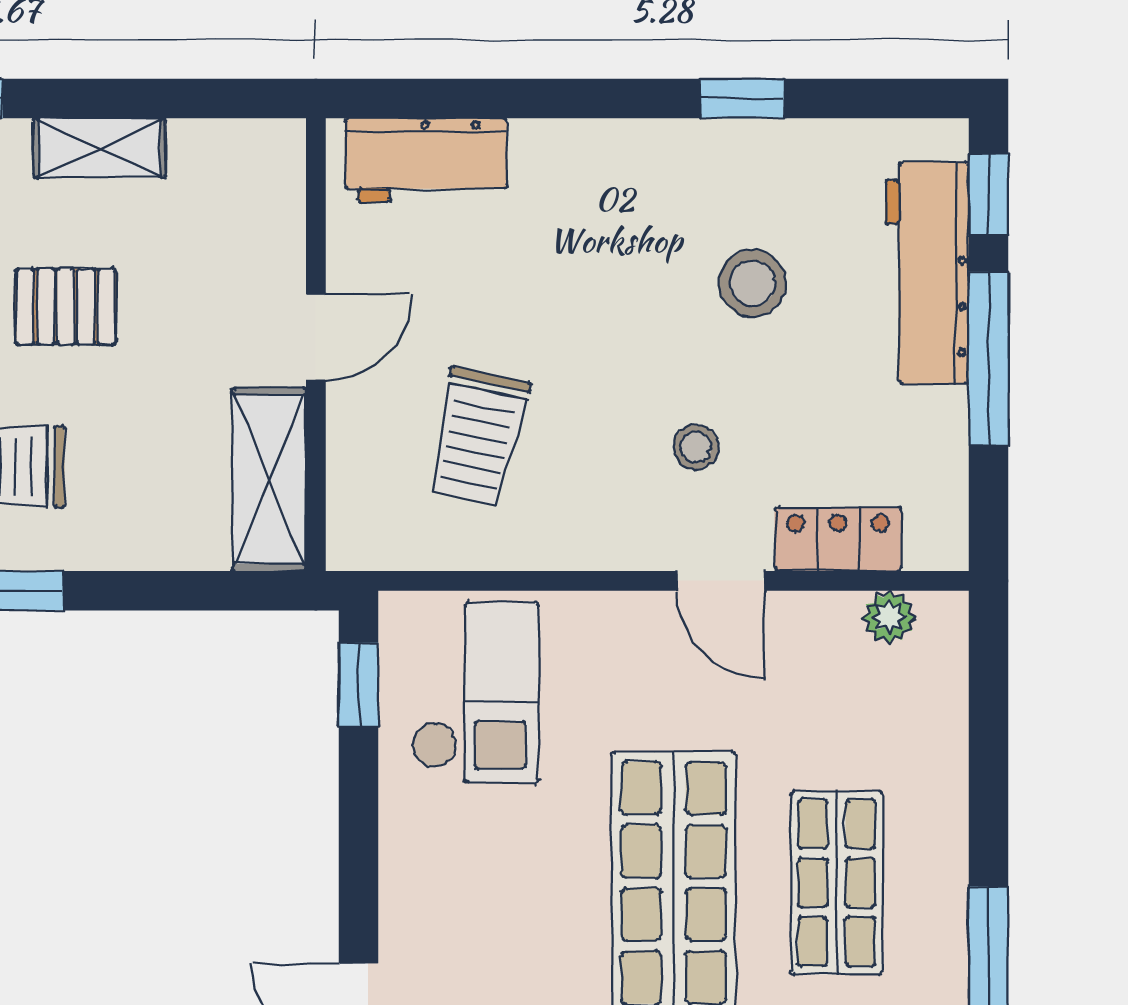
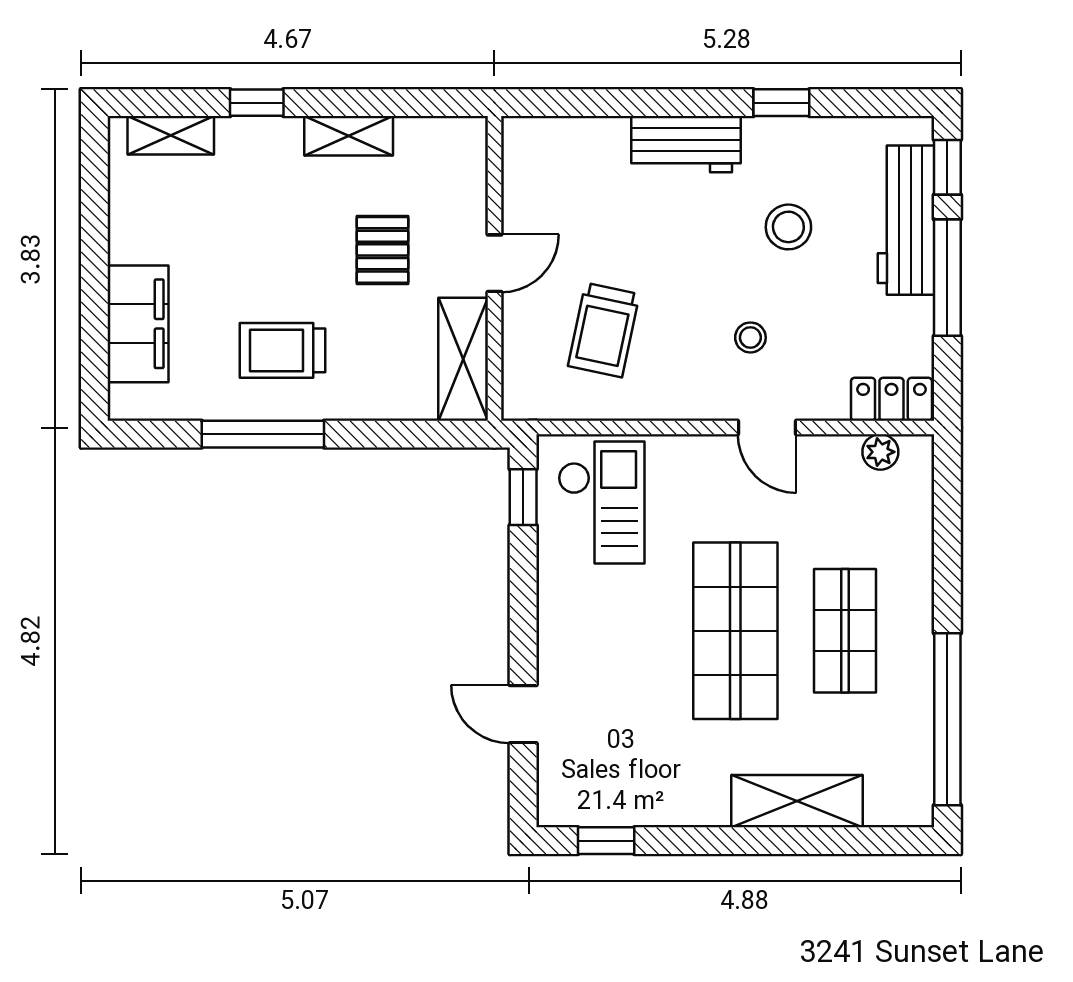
workbench: (426, 160) -> (686, 144), moved
pallet: (66, 307) -> (382, 250), moved, turned 90
locker: (838, 539) -> (891, 399), moved

